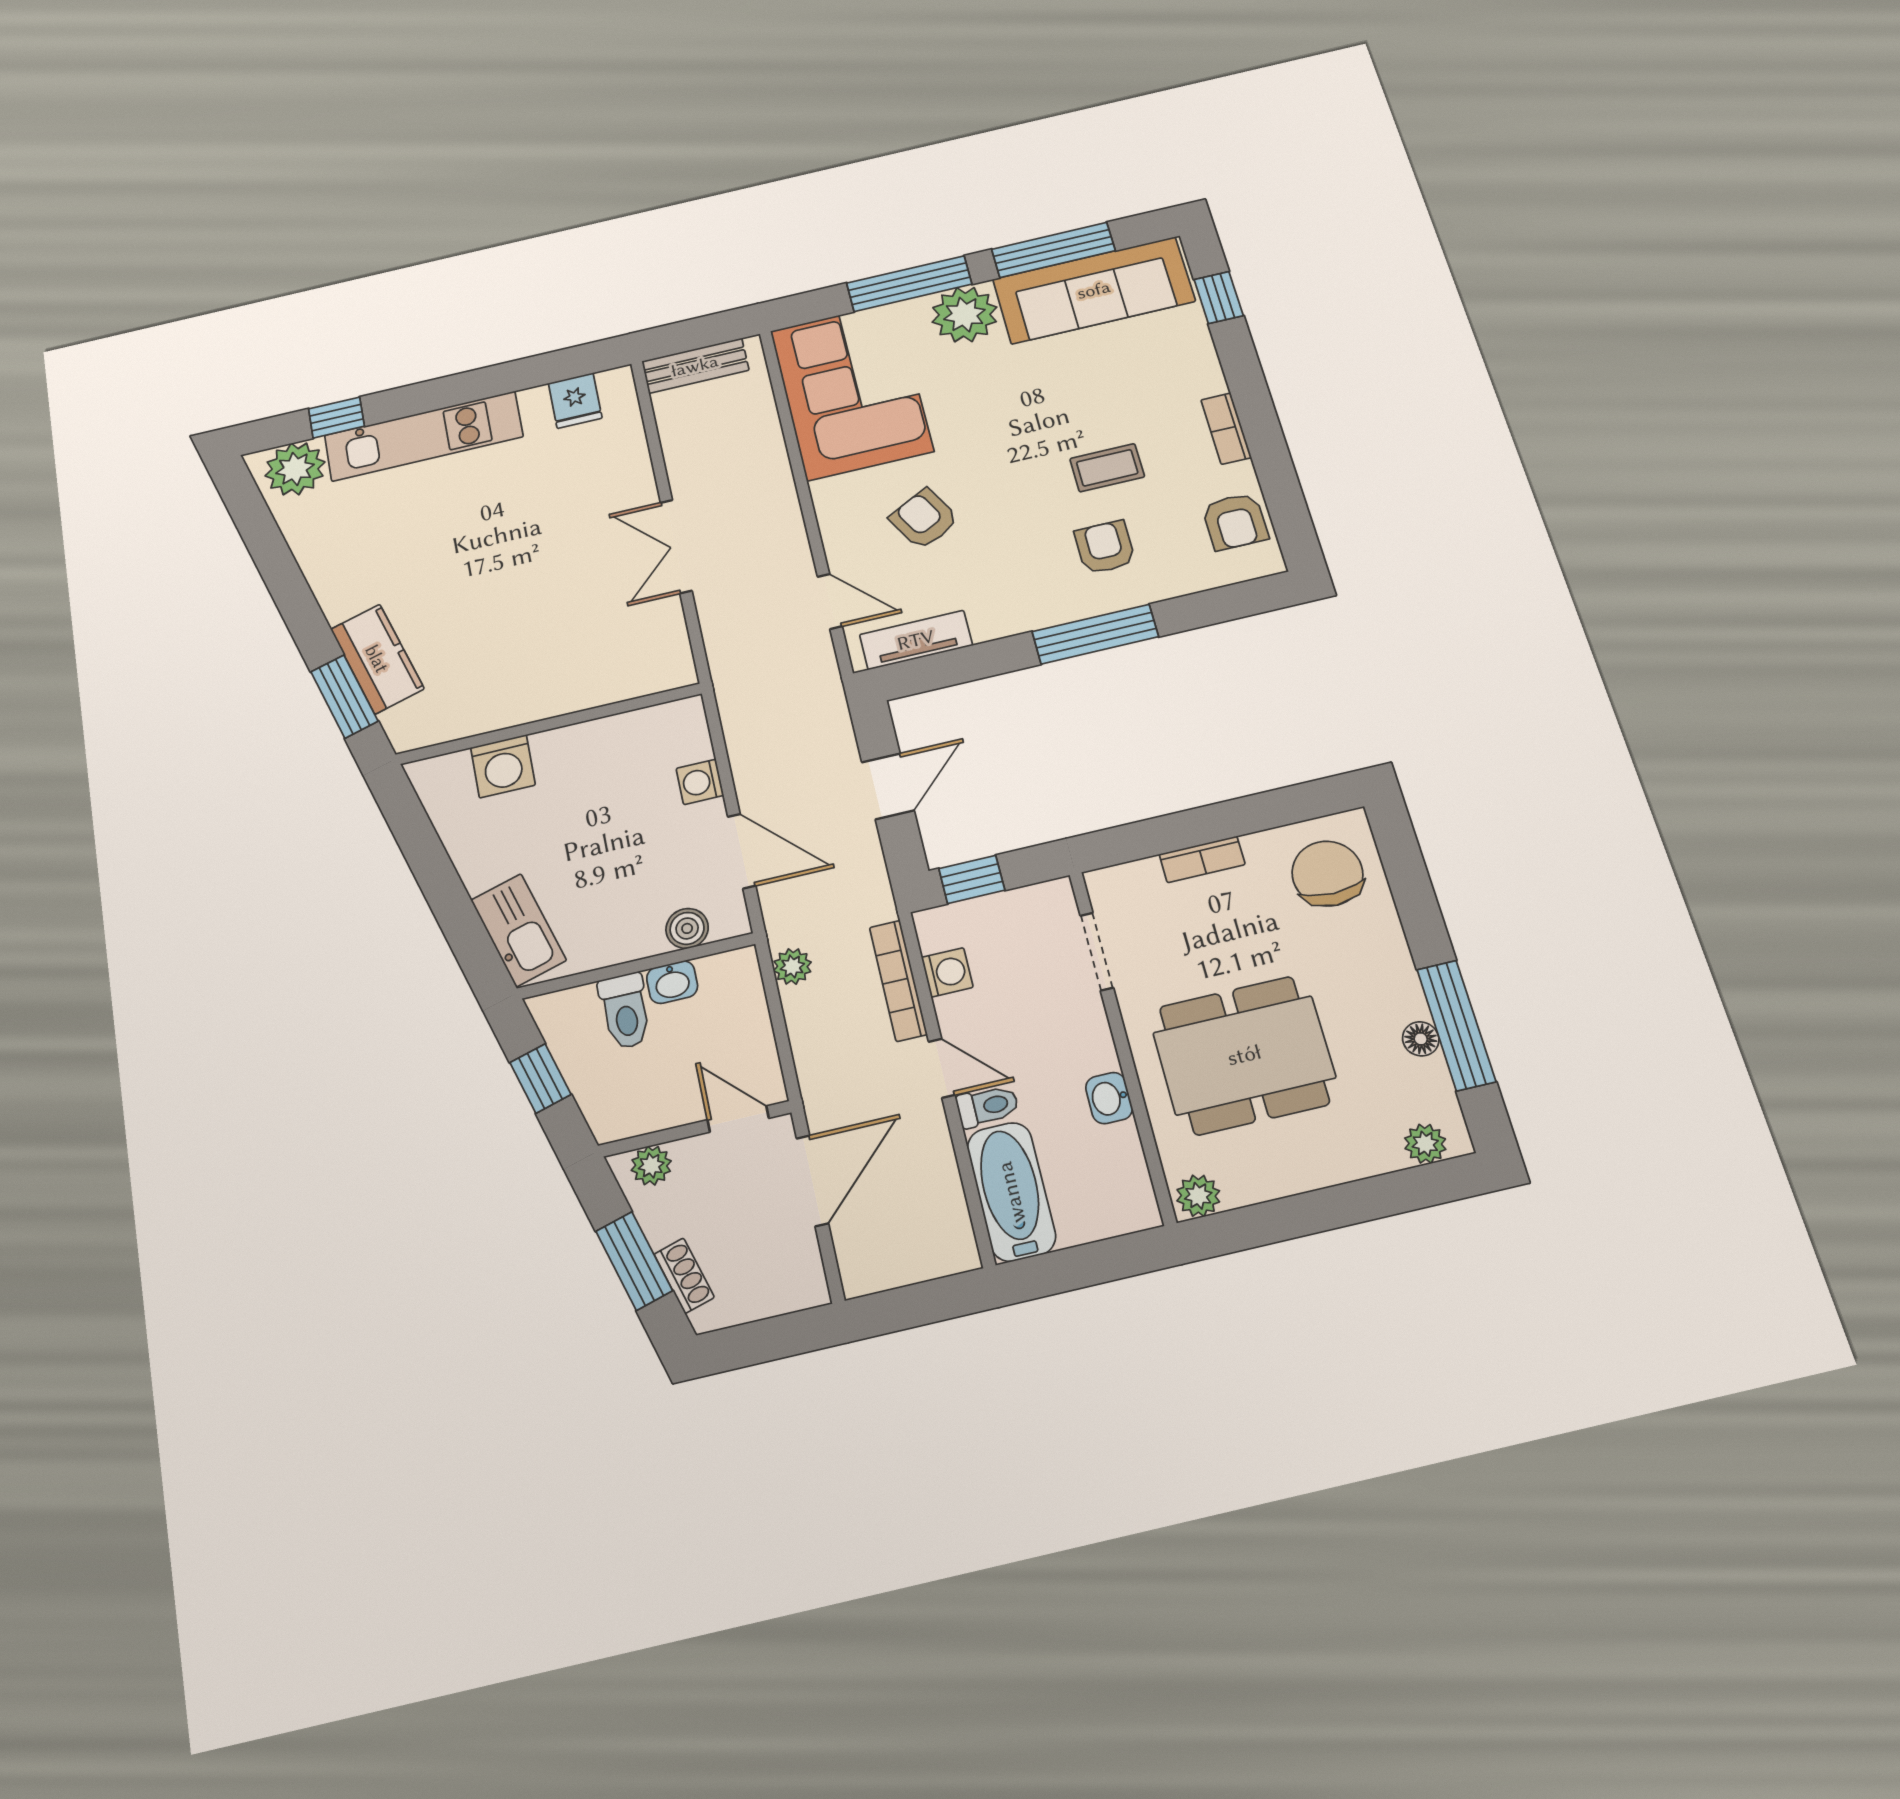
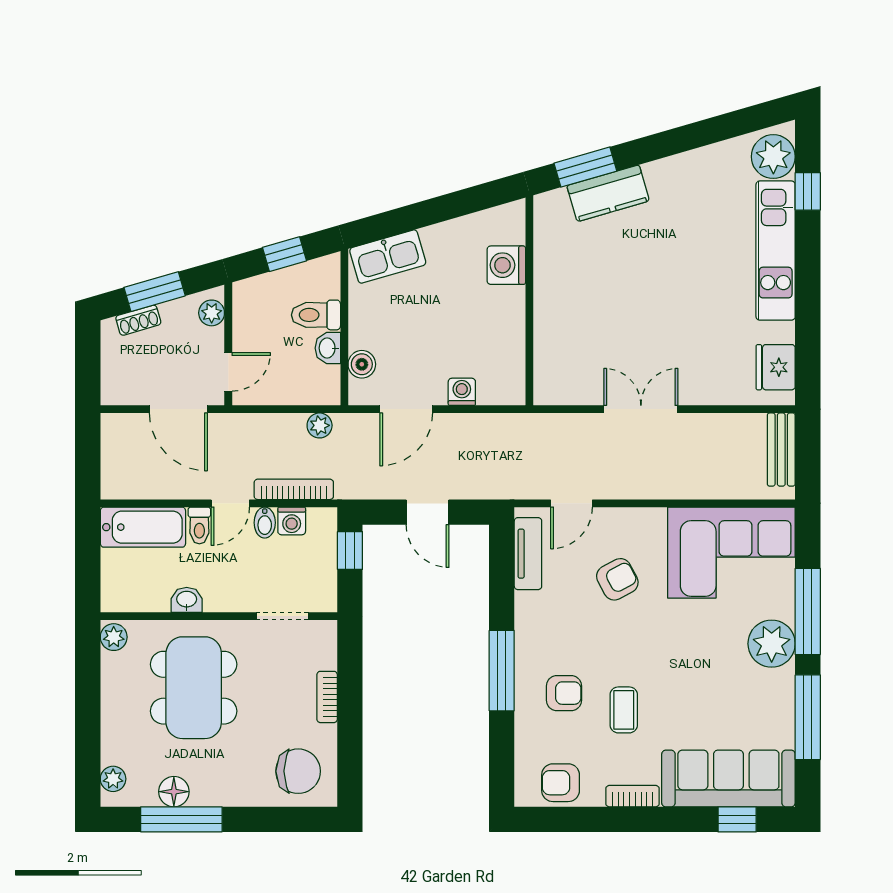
sofa: (1094, 290) -> (728, 778), moved, turned 90
fridge: (575, 401) -> (776, 367), width x1.38
bidet: (959, 1011) -> (265, 523), added
floor lamp: (1421, 1039) -> (174, 792), width x1.37, depth x1.37

